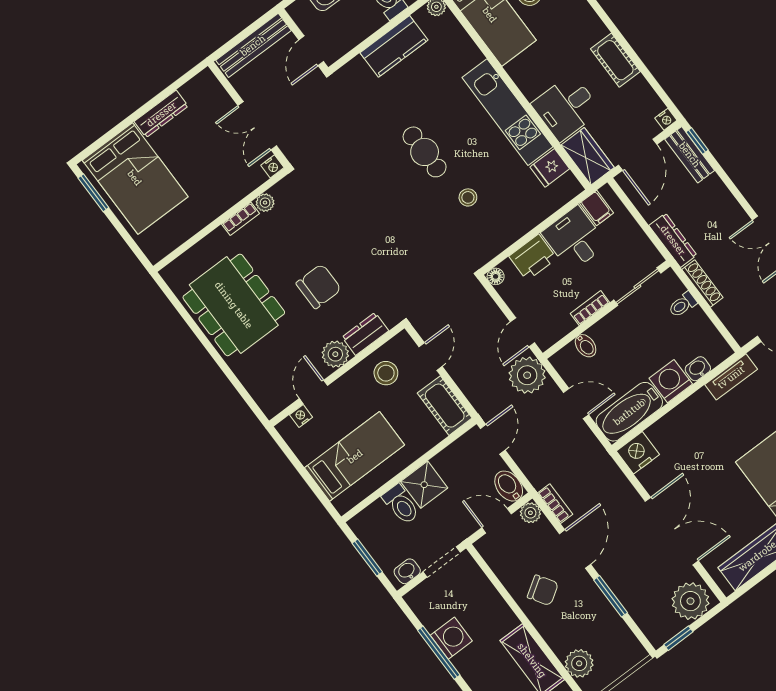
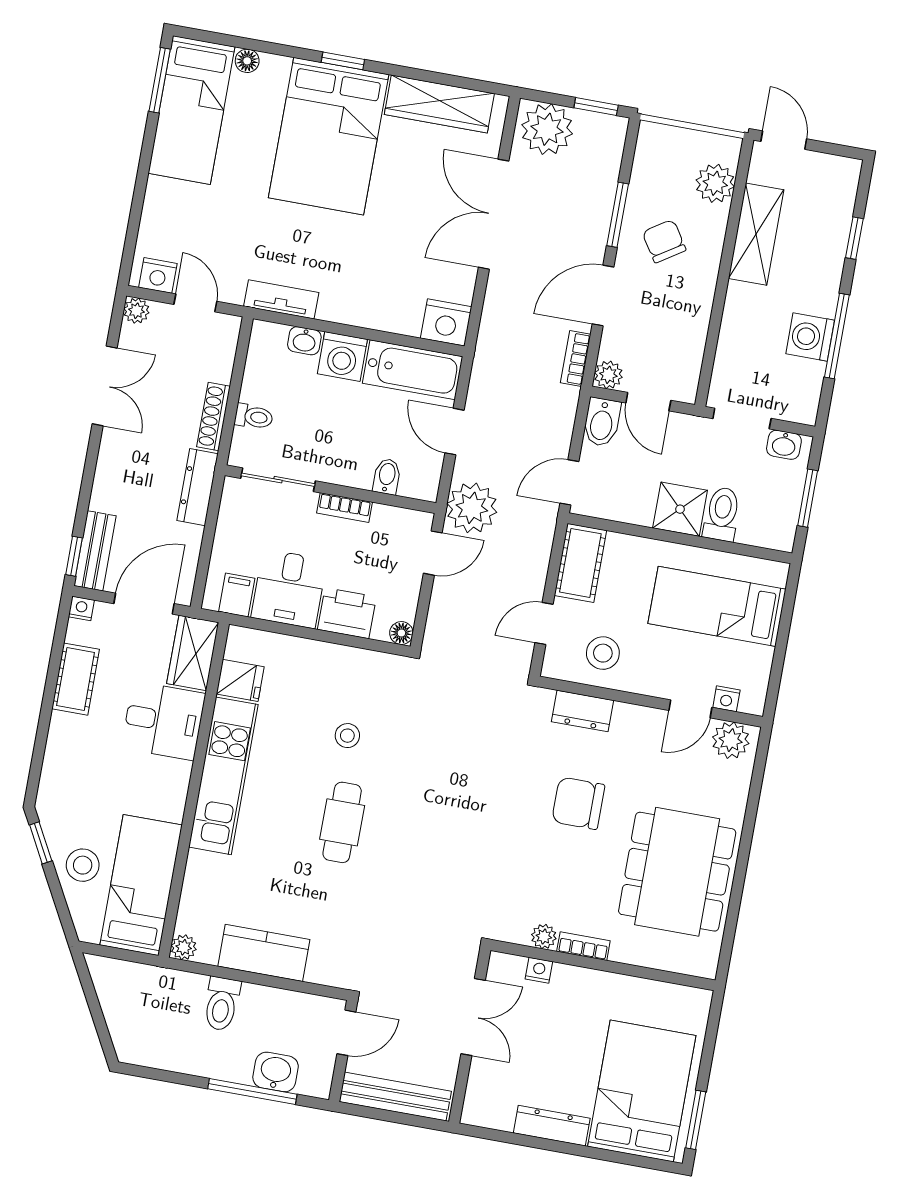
cot: (615, 60) -> (76, 679), moved
nightstand: (272, 166) -> (539, 970), moved
plant: (335, 354) -> (731, 740), moved
chair: (543, 590) -> (664, 241), moved

